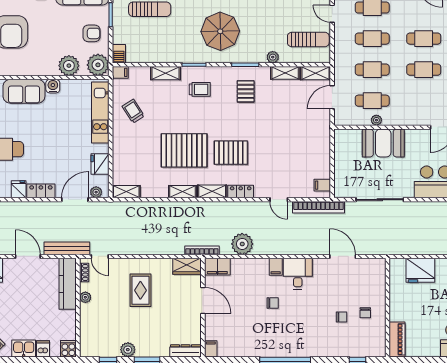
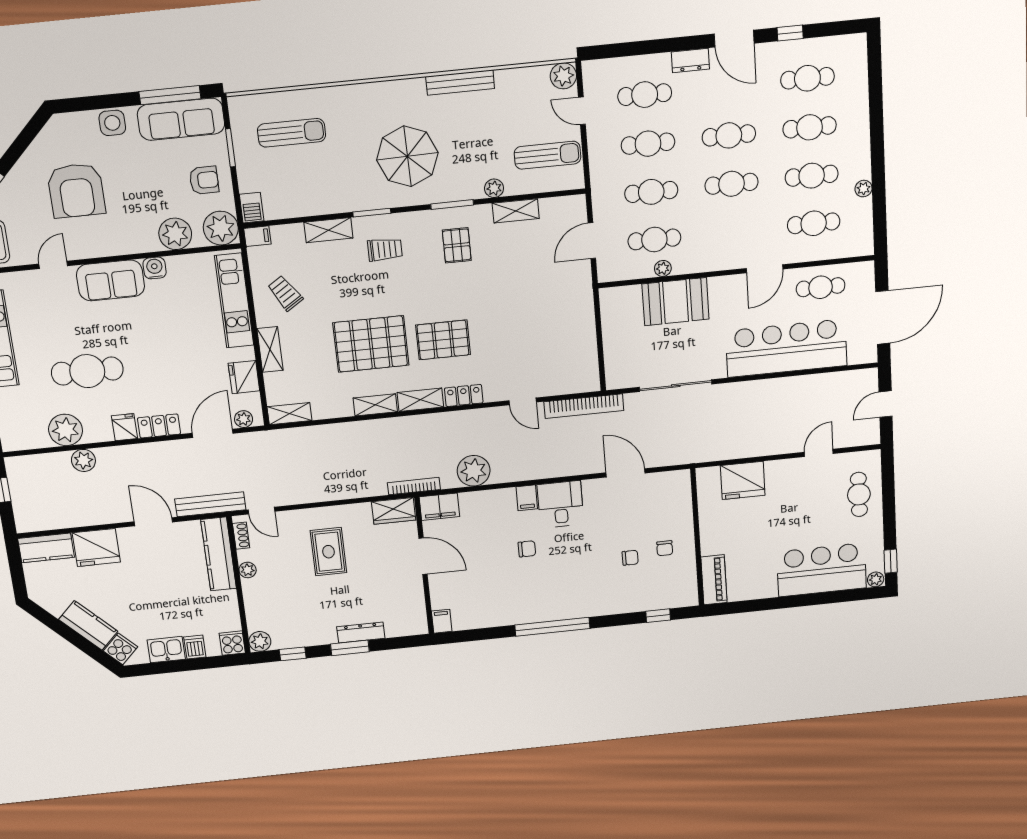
shelving: (316, 73) -> (270, 349), moved, turned 90
filing cabinet: (322, 185) -> (587, 373), removed
plant: (128, 350) -> (260, 641), moved
dresser: (185, 351) -> (361, 633), moved

